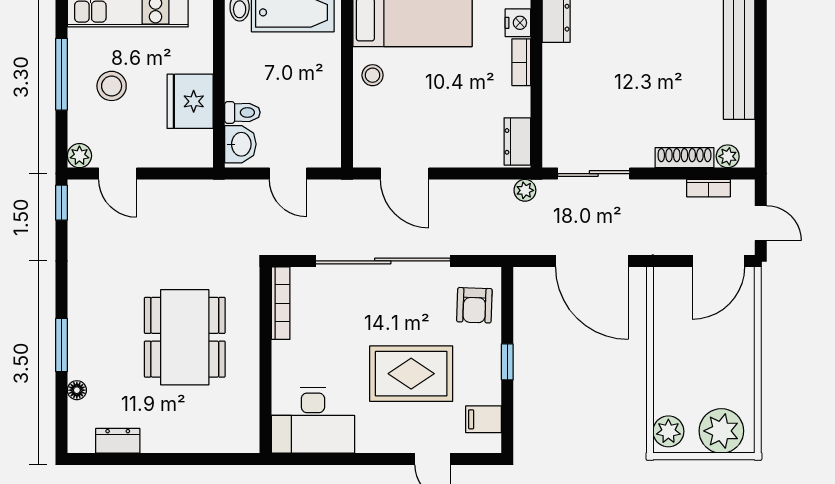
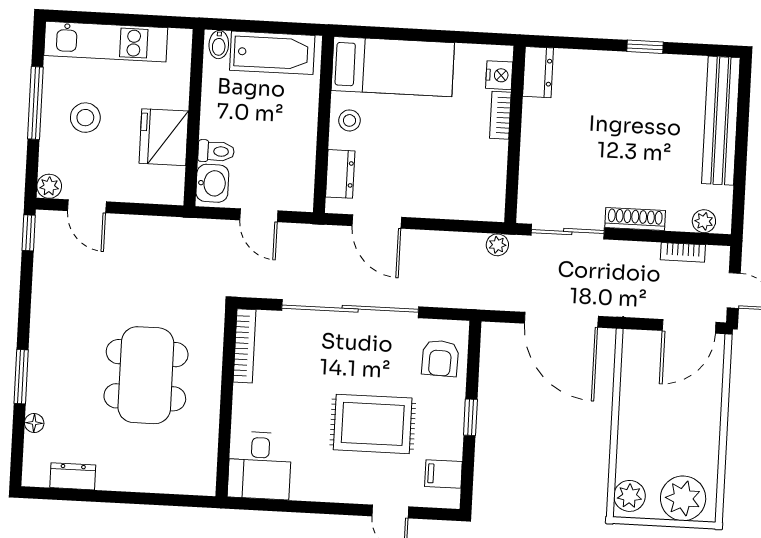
dresser: (517, 141) -> (340, 174), moved, turned 180
shoe rack: (684, 158) -> (635, 219), moved
desk: (313, 421) -> (260, 466), width x0.73

